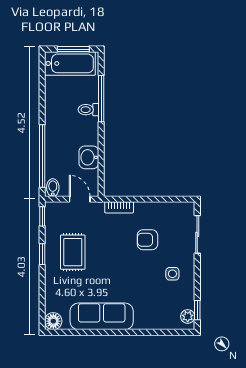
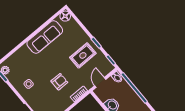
door: (80, 199) -> (100, 82), swing flipped
armchair: (147, 240) -> (59, 82), moved
rug: (73, 252) -> (83, 55), turned 90

